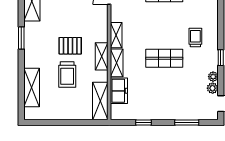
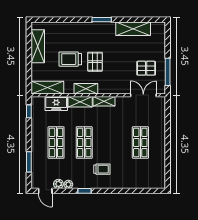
shelving: (32, 87) -> (38, 46), moved, turned 90
shop shelf: (164, 91) -> (56, 143), added
window: (144, 123) -> (29, 111), moved

